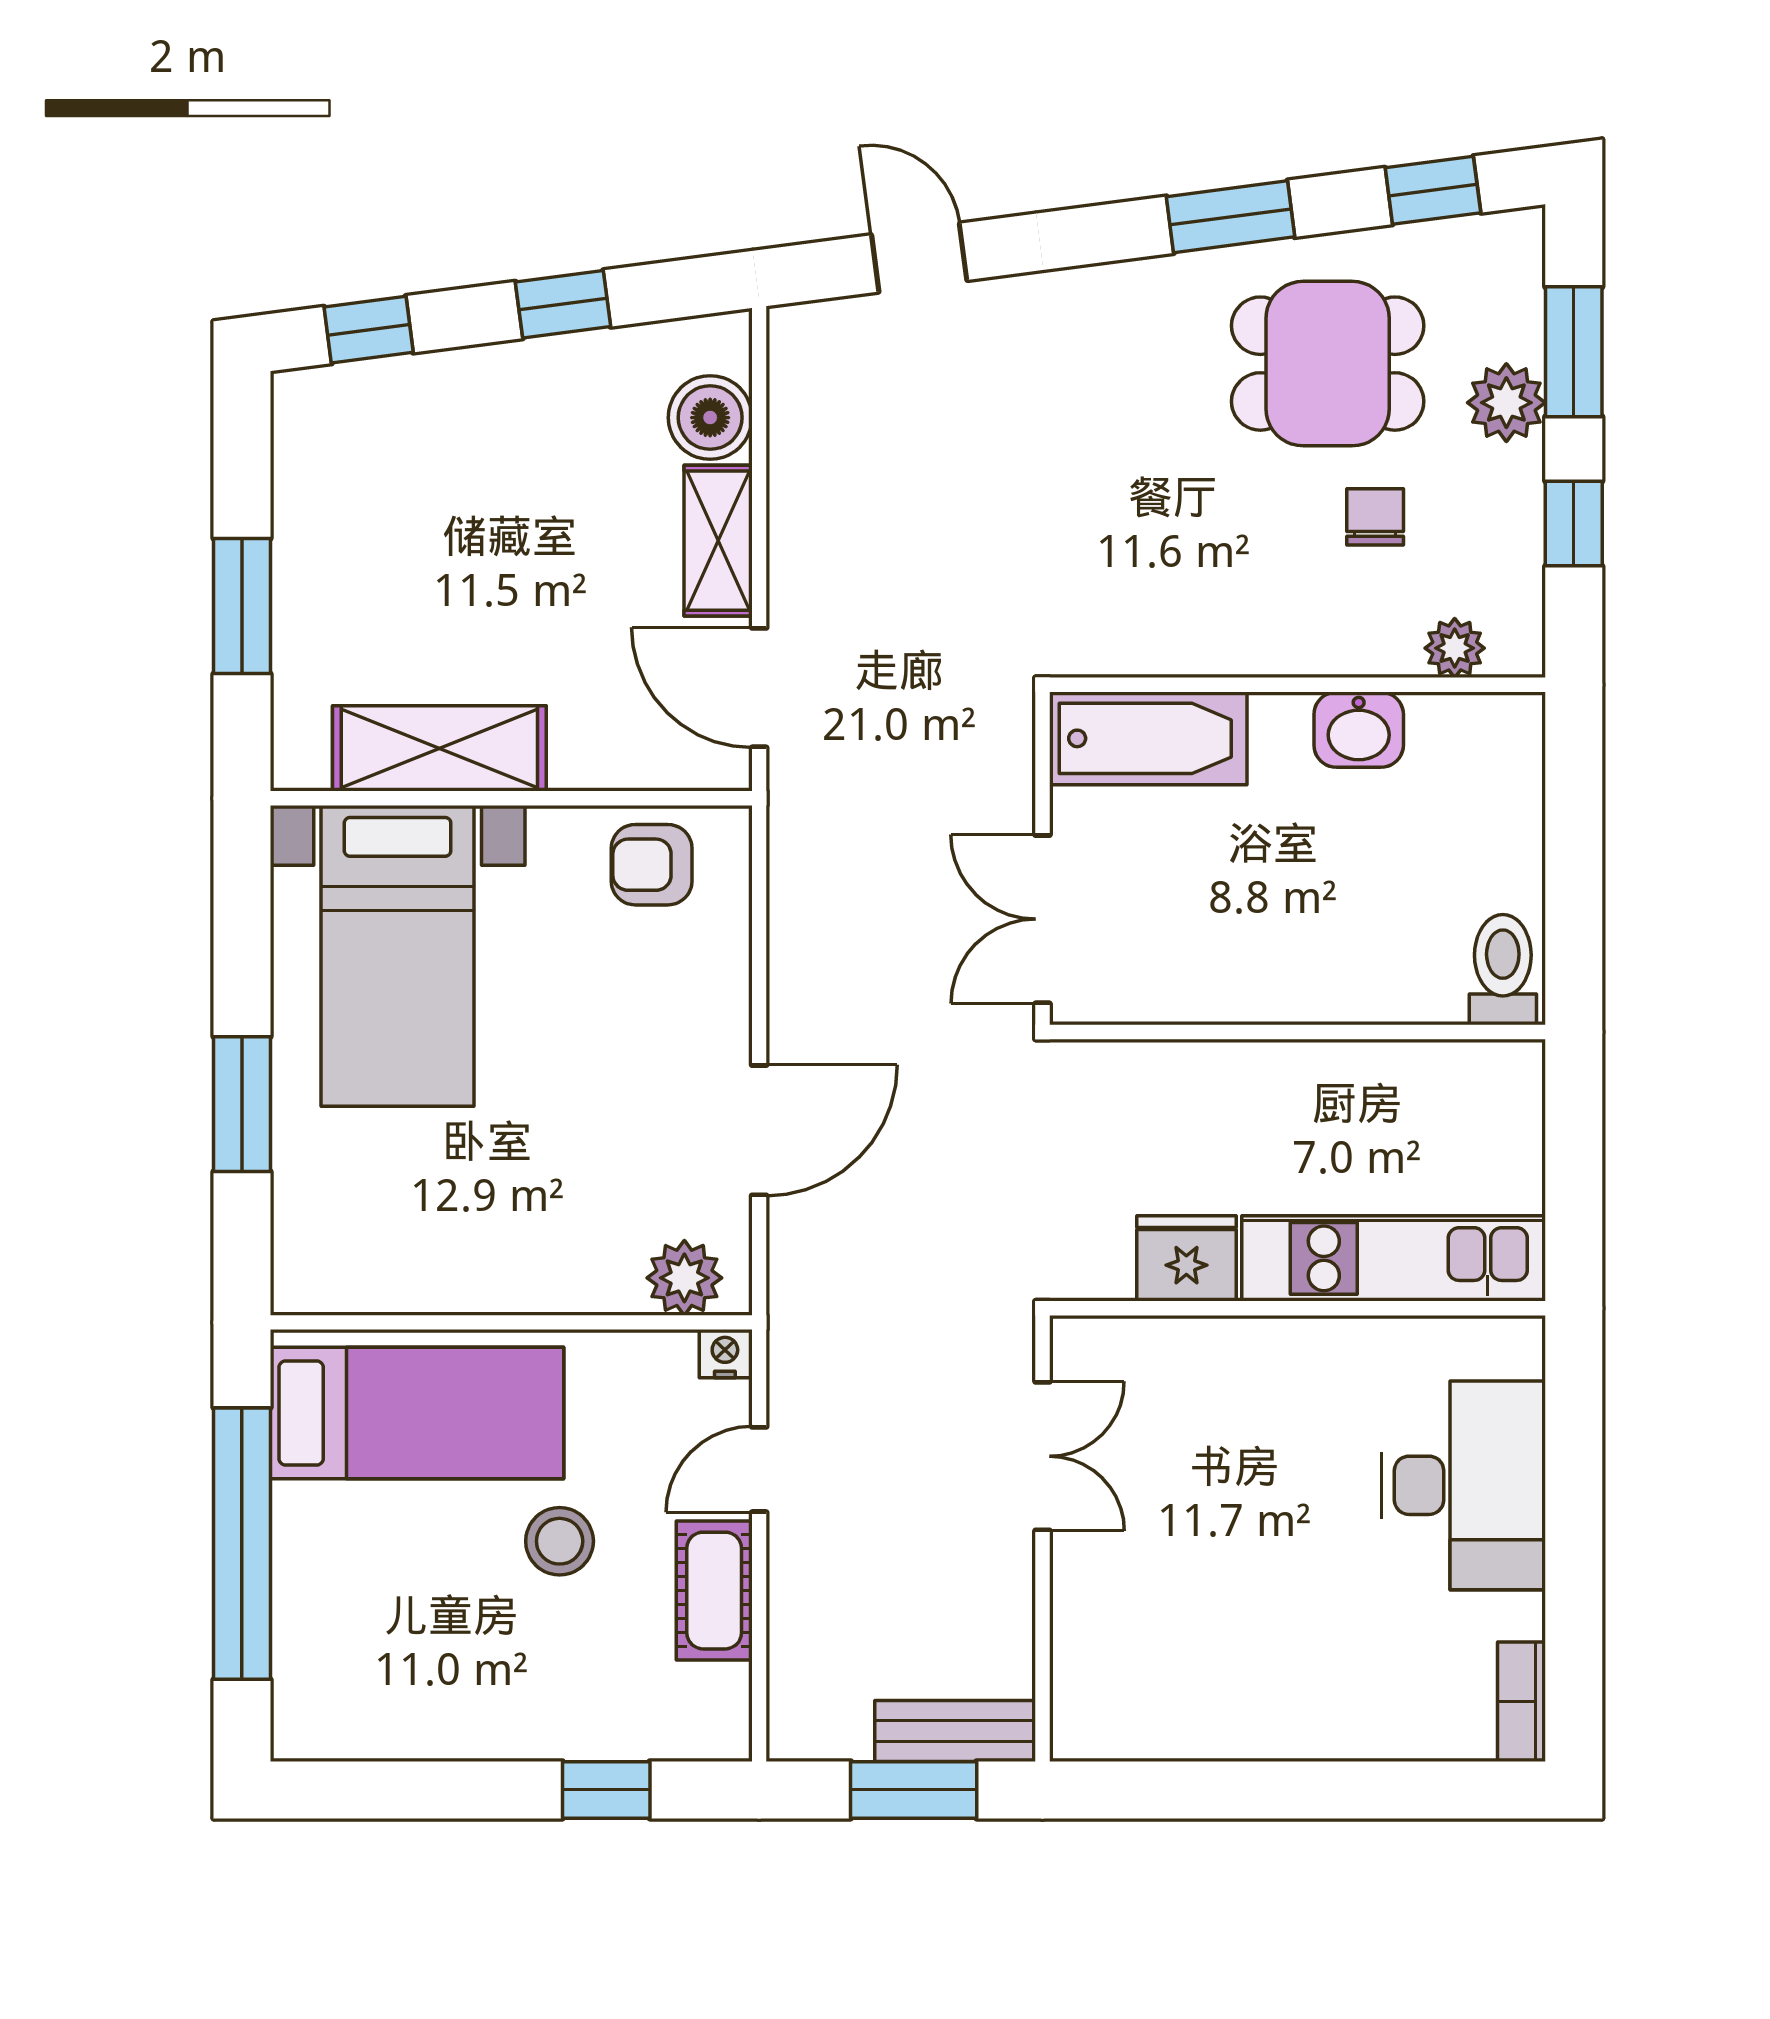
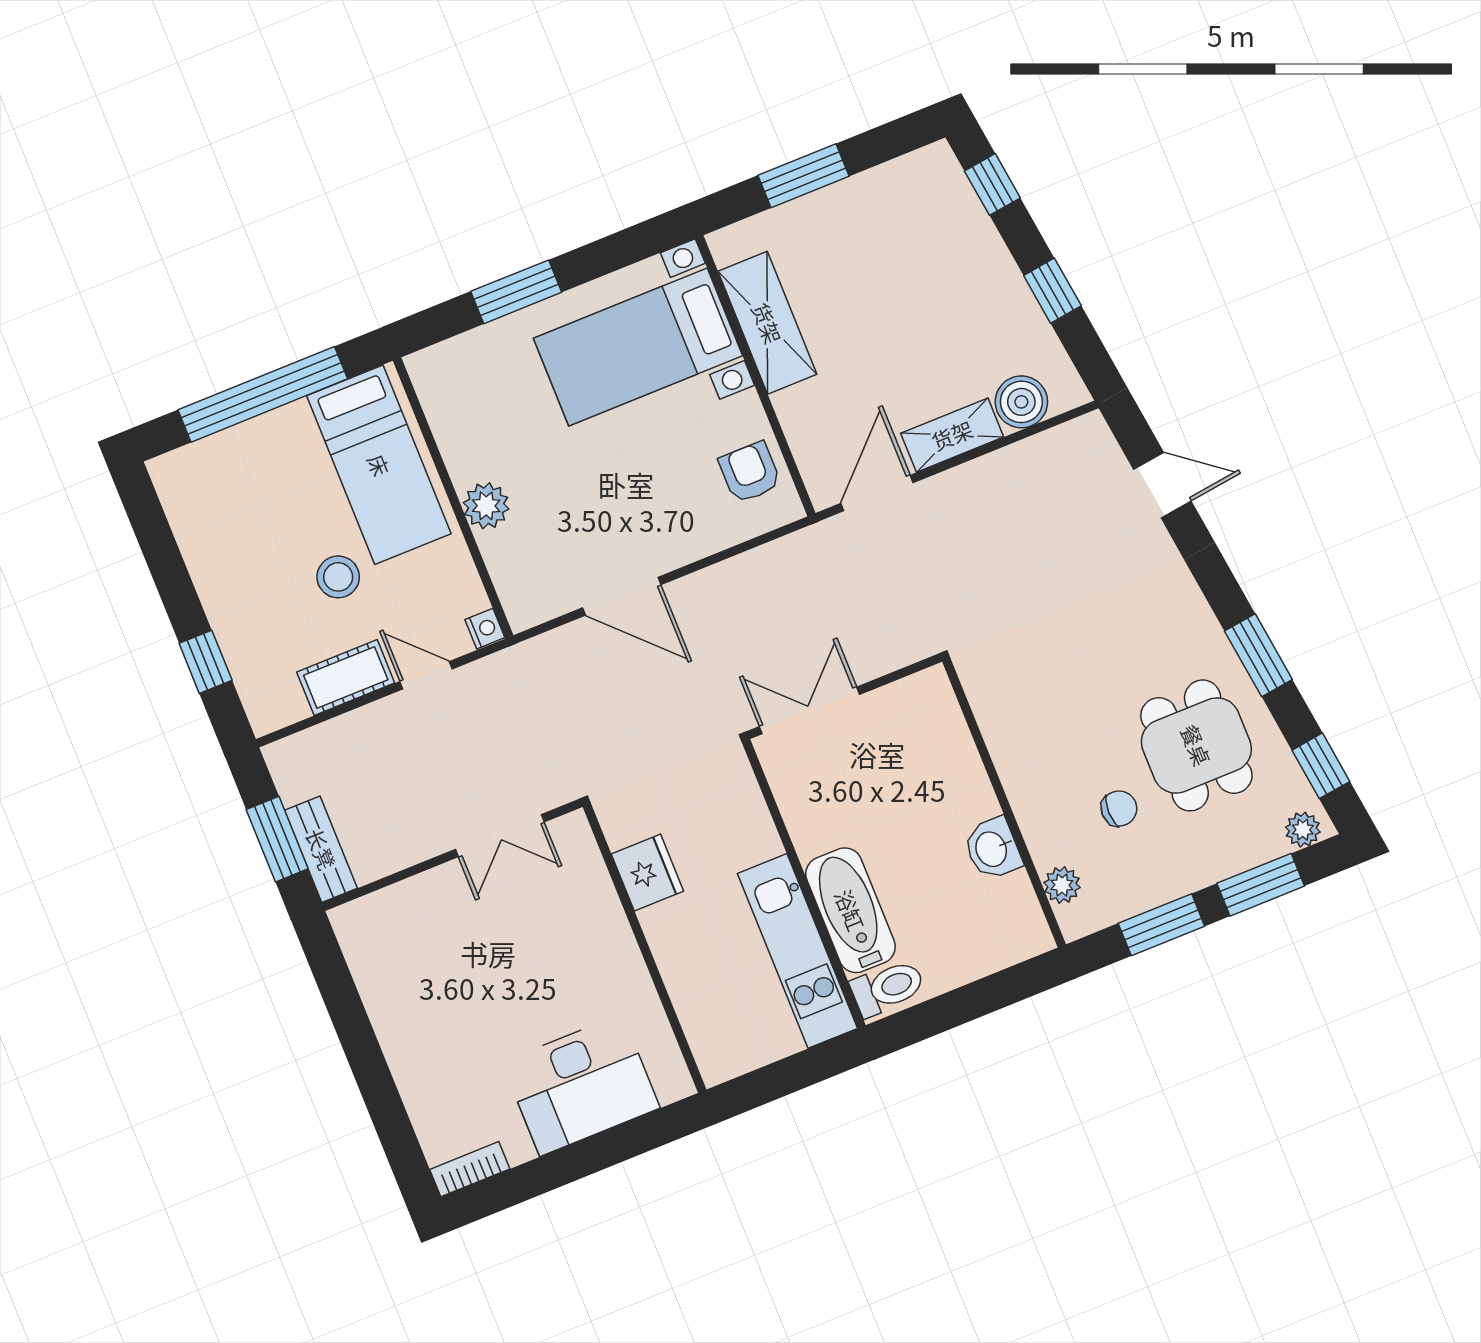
door: (919, 258) -> (1162, 485), hinge flipped
plant: (1506, 403) -> (1303, 830), moved, width x0.73, depth x0.73
window: (1574, 524) -> (1161, 925), width x1.50
bathtub: (1148, 738) -> (850, 910), moved, turned 180
kitchen unit: (1394, 1258) -> (798, 951), moved, turned 180
plant: (684, 1278) -> (486, 506), moved

